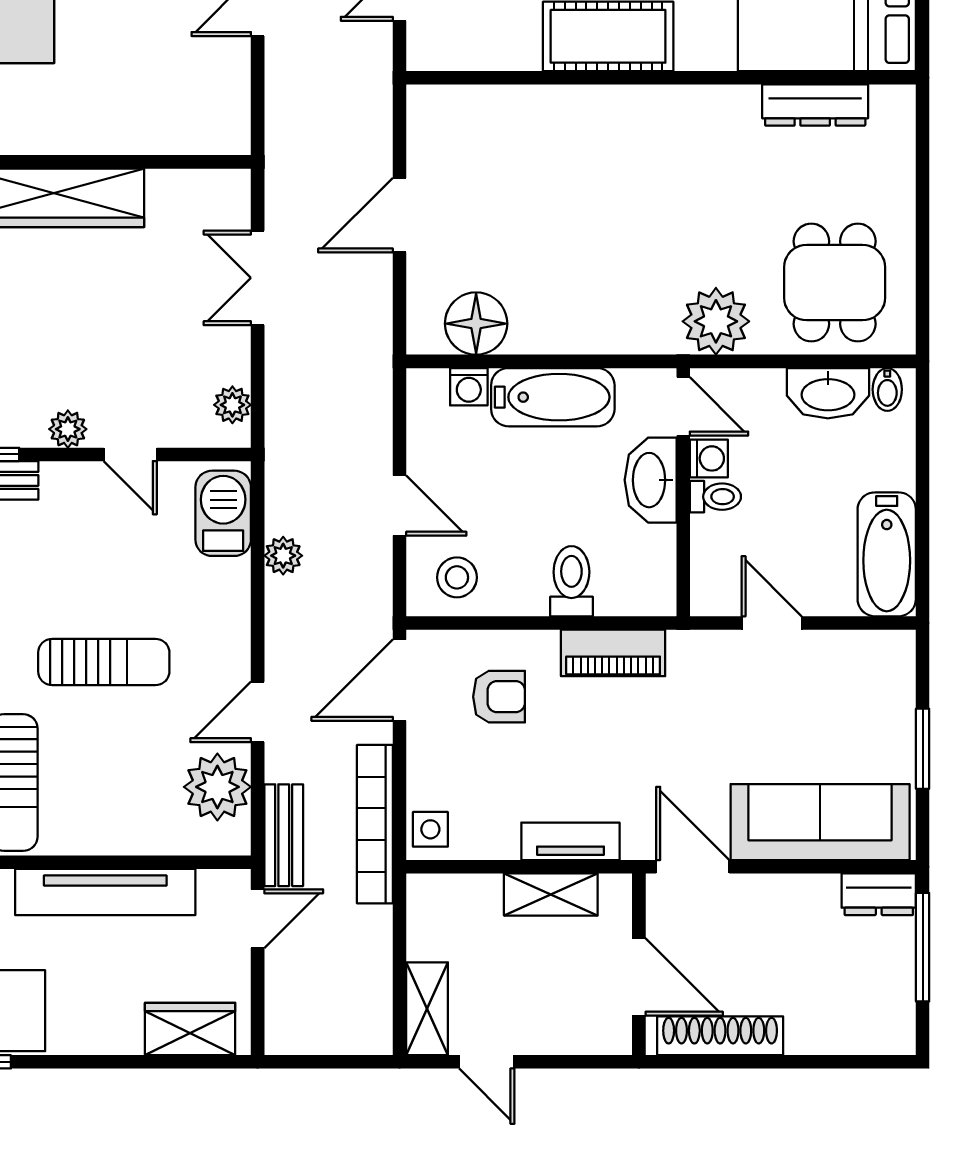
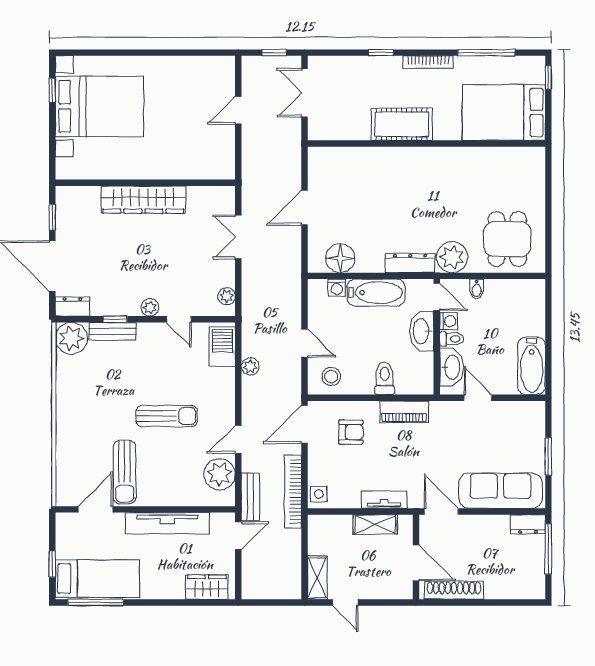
dresser: (815, 105) -> (410, 263), moved, turned 180
bidet: (887, 389) -> (477, 289), moved
washbasin: (828, 393) -> (452, 367), moved, turned -90

